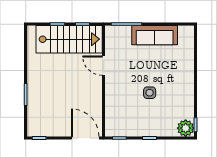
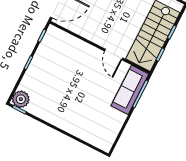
sofa: (155, 35) -> (130, 90), moved
door: (104, 66) -> (114, 54), swing flipped
side table: (150, 93) -> (69, 83), removed

